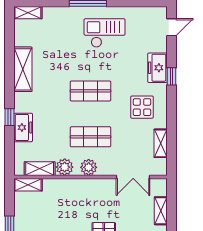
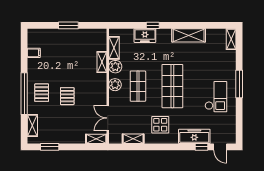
freezer: (157, 68) -> (194, 136), width x1.40
window: (171, 76) -> (202, 147), moved
shop shelf: (90, 91) -> (172, 86), width x1.43, depth x1.36
shelving: (28, 185) -> (102, 62), moved
shelving: (161, 211) -> (96, 139), moved

